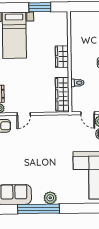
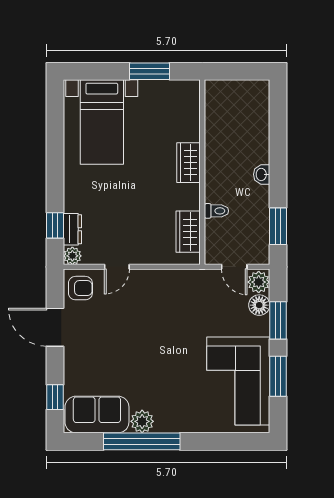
wardrobe: (62, 94) -> (188, 232), width x0.67
plant: (50, 198) -> (142, 421), moved

